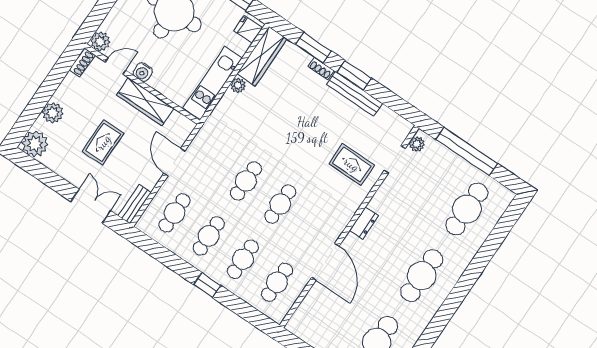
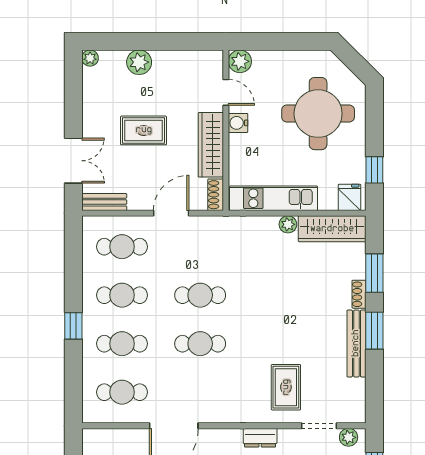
shoe rack: (82, 62) -> (216, 195), moved, turned 90
plant: (35, 144) -> (90, 58), width x0.53, depth x0.53
dresser: (364, 223) -> (260, 438), moved

